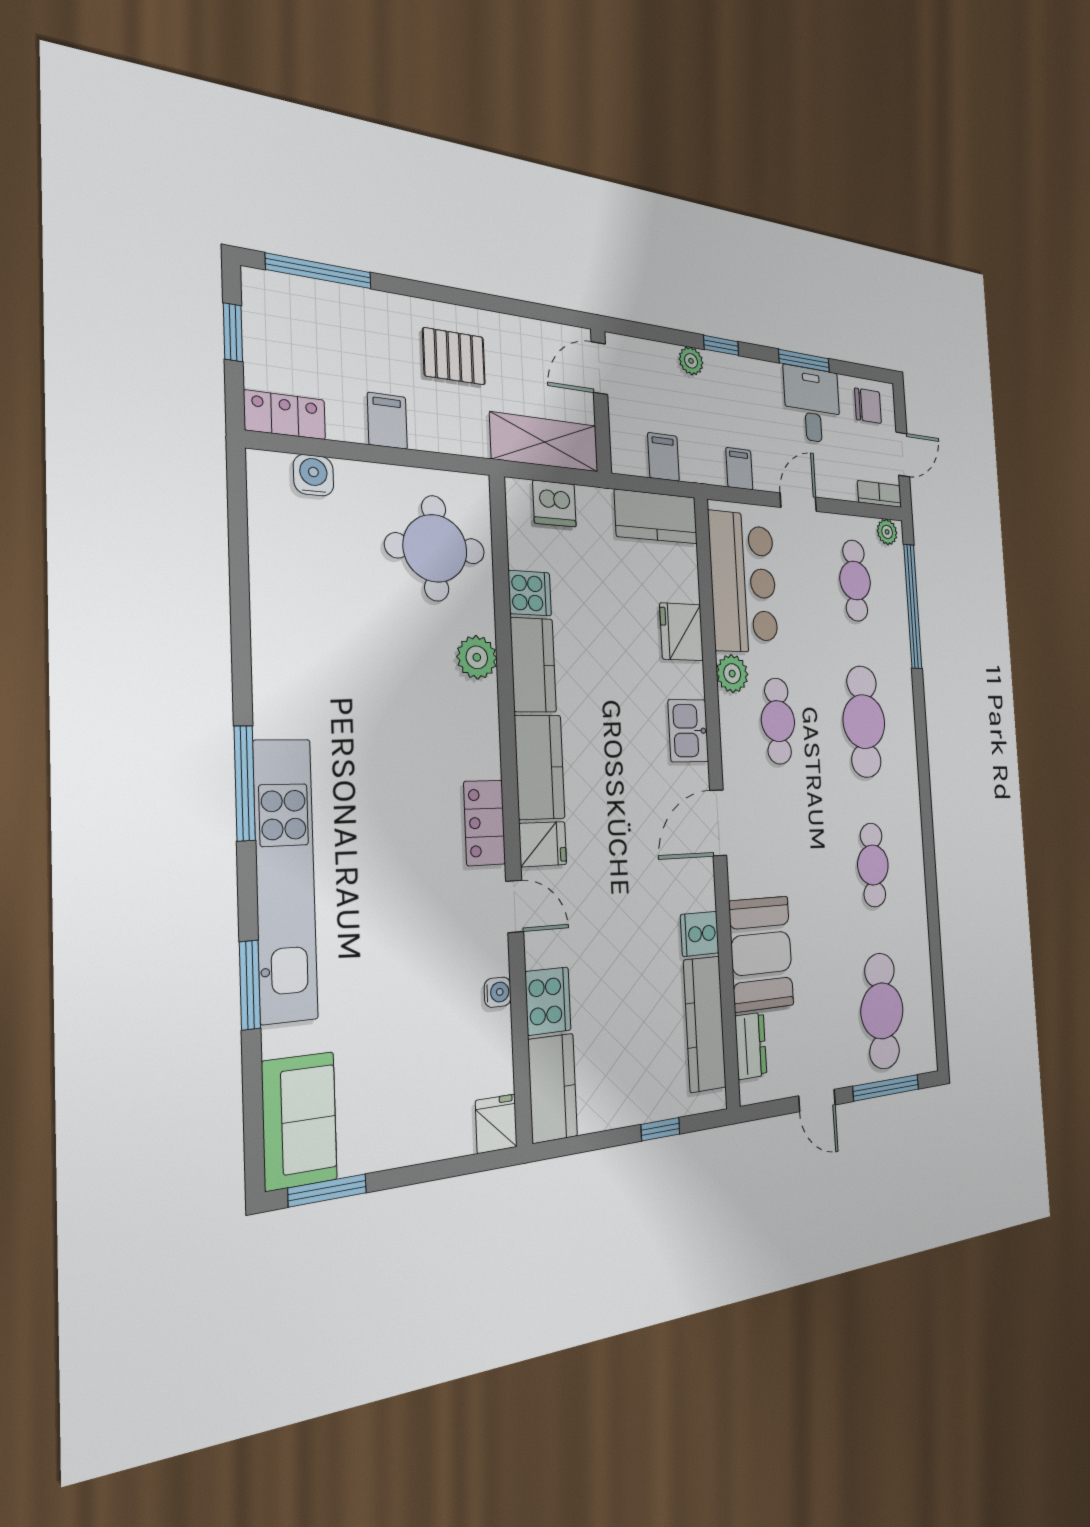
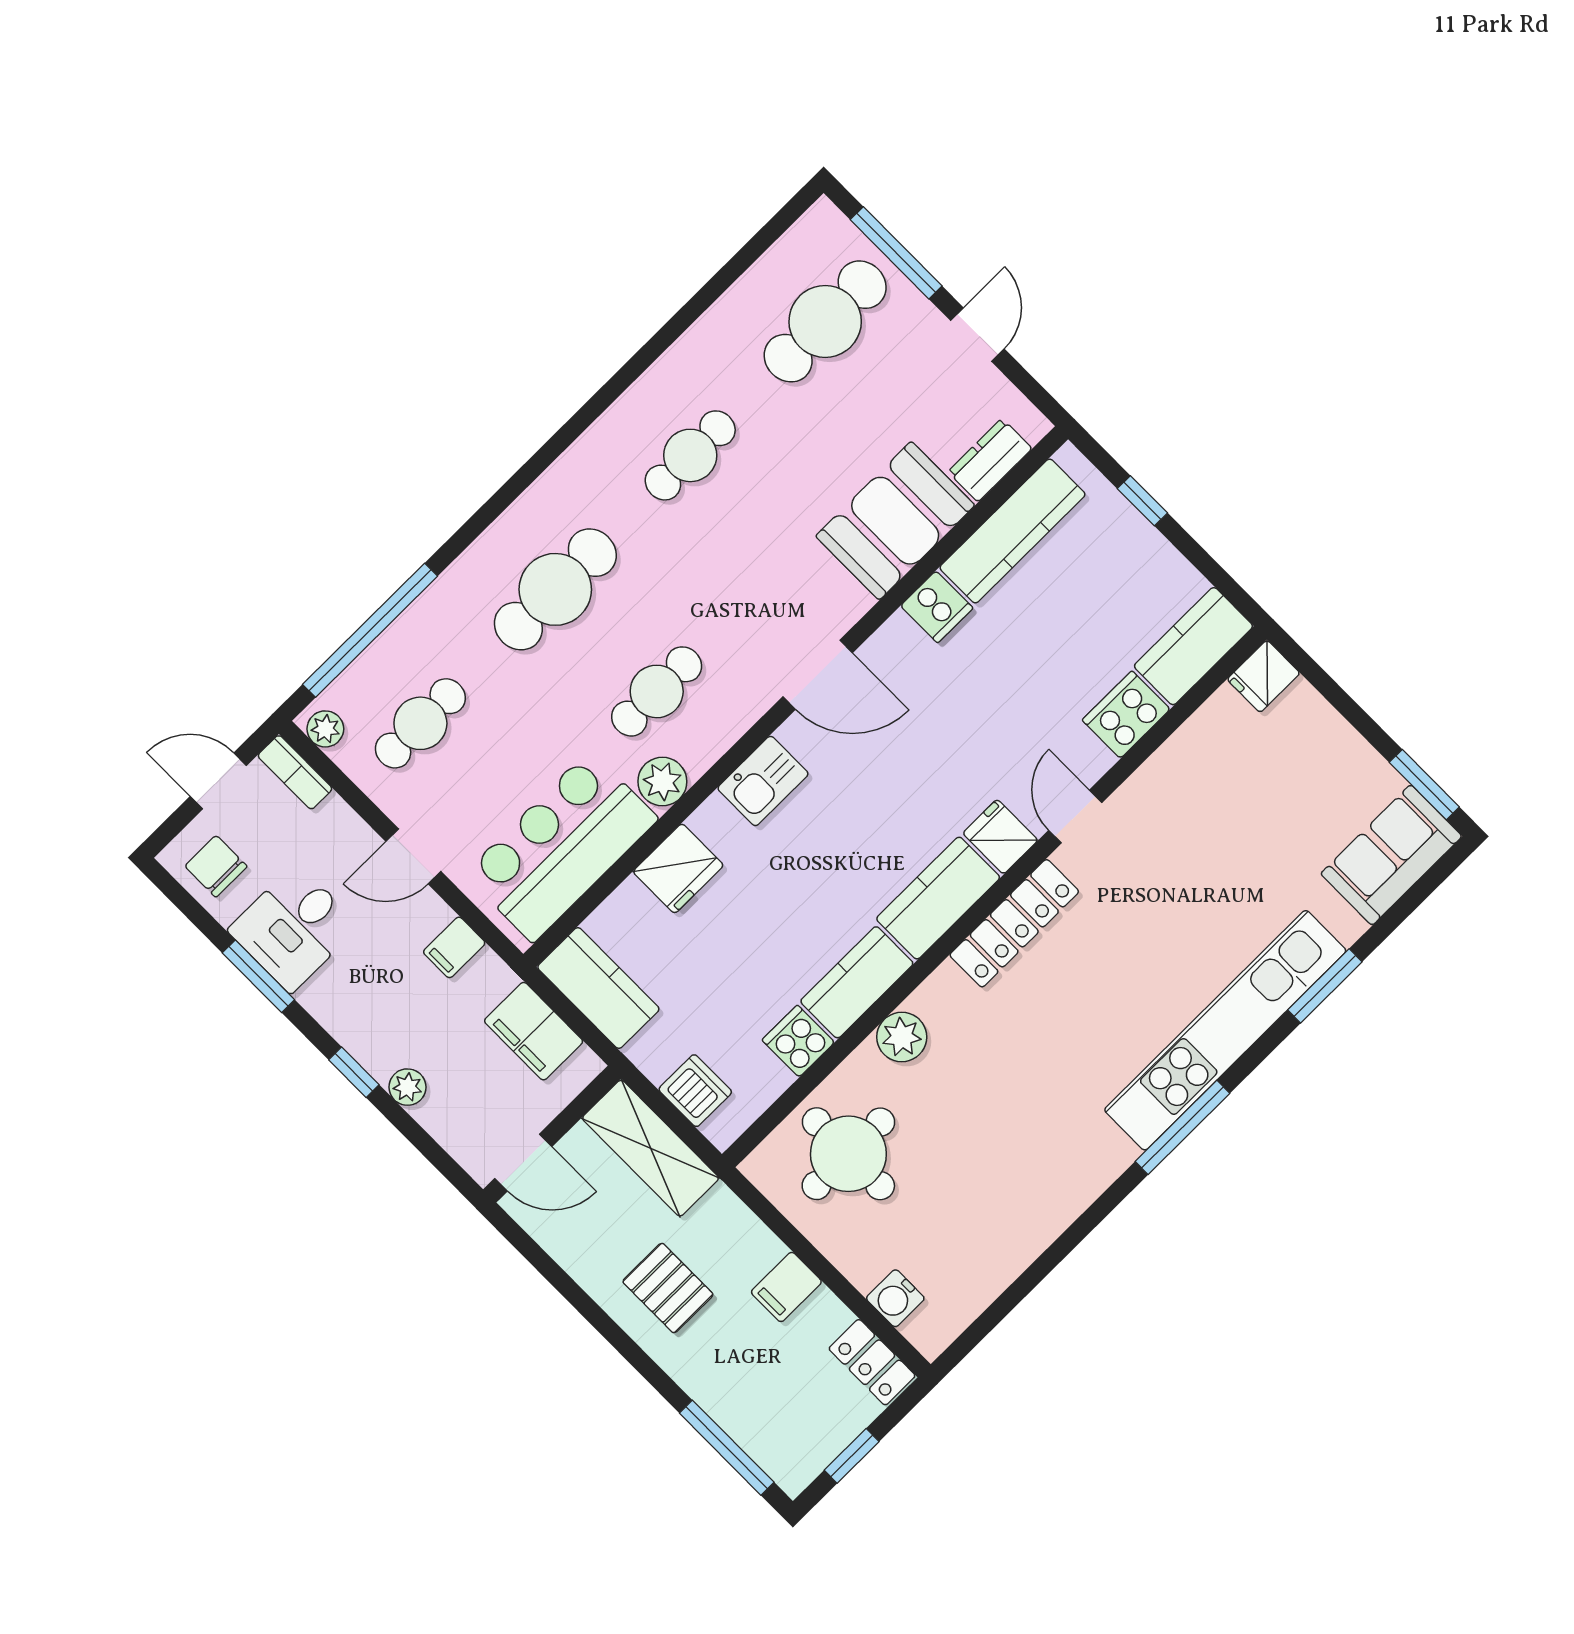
filing cabinet: (663, 457) -> (534, 1031), width x2.00
locker: (485, 823) -> (1014, 923), width x1.53
water cooler: (498, 992) -> (1158, 770), removed

